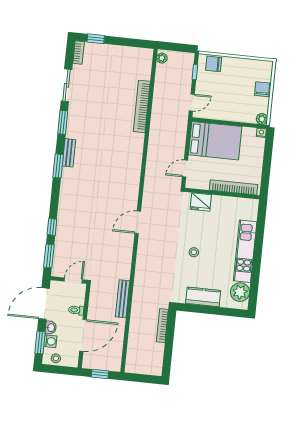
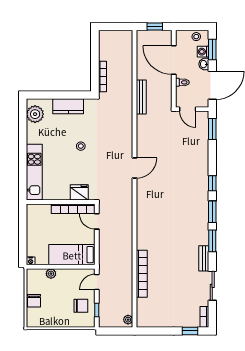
chair: (214, 64) -> (81, 306), moved
plant: (262, 119) -> (51, 274), moved
window: (63, 122) -> (212, 241), moved
bed: (215, 141) -> (72, 255), width x0.67
bench: (69, 153) -> (204, 258), moved
door: (185, 169) -> (97, 221), swing flipped
bookcase: (233, 187) -> (73, 209), moved
window: (52, 227) -> (212, 183), moved
kitchen unit: (245, 251) -> (34, 172), moved
door: (73, 280) -> (188, 109), hinge flipped
door: (83, 335) -> (174, 60), hinge flipped

